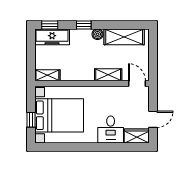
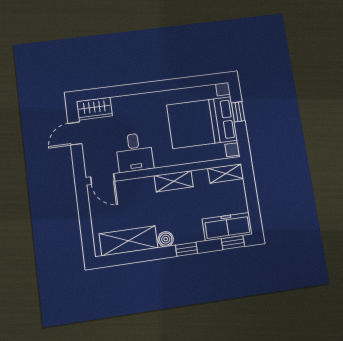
shelving: (108, 75) -> (174, 181), moved
desk: (111, 130) -> (134, 152), moved, turned 180

